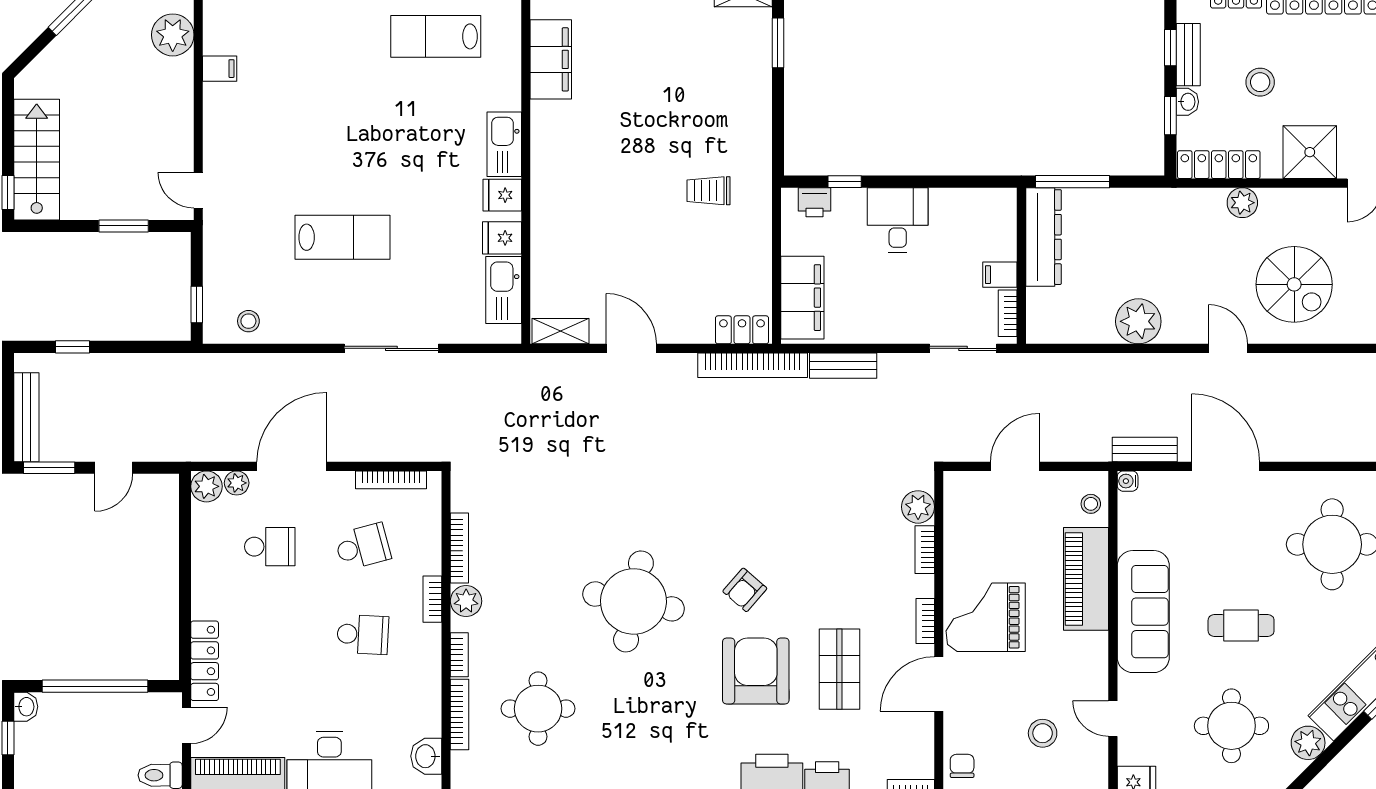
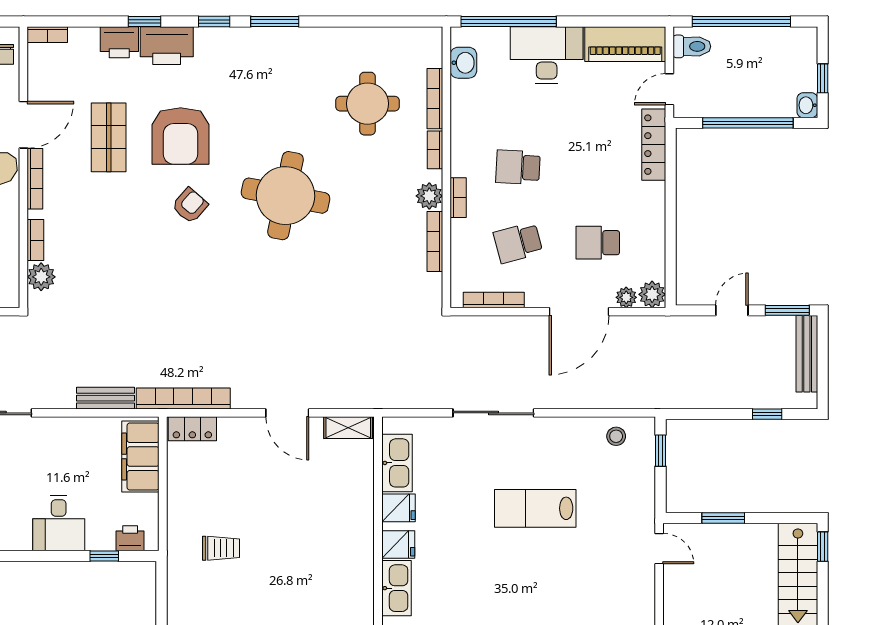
bookcase: (925, 621) -> (35, 179), width x1.56

